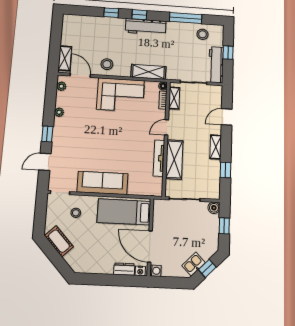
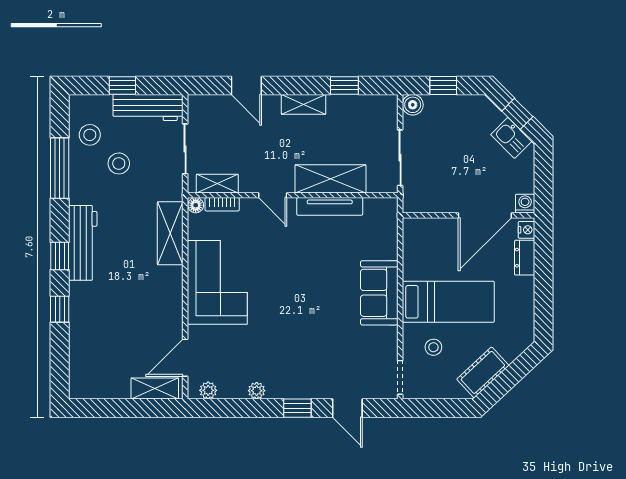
stool: (107, 64) -> (119, 163), moved
sofa: (102, 183) -> (379, 293), width x0.73
bed: (124, 212) -> (448, 302), moved, turned -90

